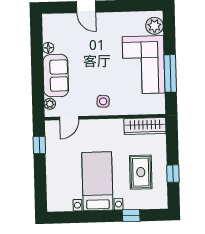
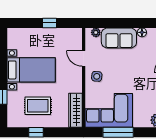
corner sofa: (144, 65) -> (109, 110), moved
door: (69, 118) -> (84, 58), moved
window: (39, 145) -> (49, 23), moved

